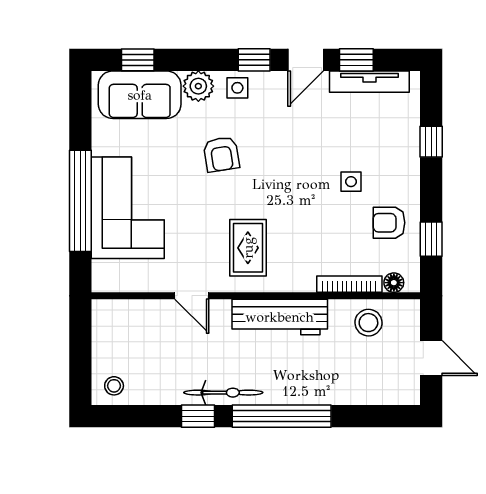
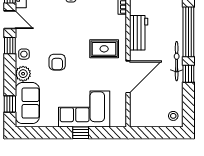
armchair: (221, 154) -> (57, 62), turned 99
window: (80, 201) -> (81, 133), width x0.32
door: (192, 296) -> (128, 77), width x1.87
workbench: (280, 317) -> (139, 33), width x0.73

